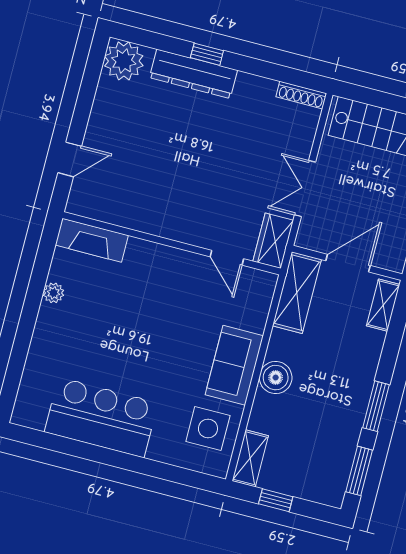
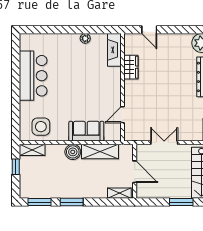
wardrobe: (273, 241) -> (131, 67), moved, turned 90
shelving: (297, 293) -> (100, 152), moved
sofa: (234, 365) -> (86, 131), moved

